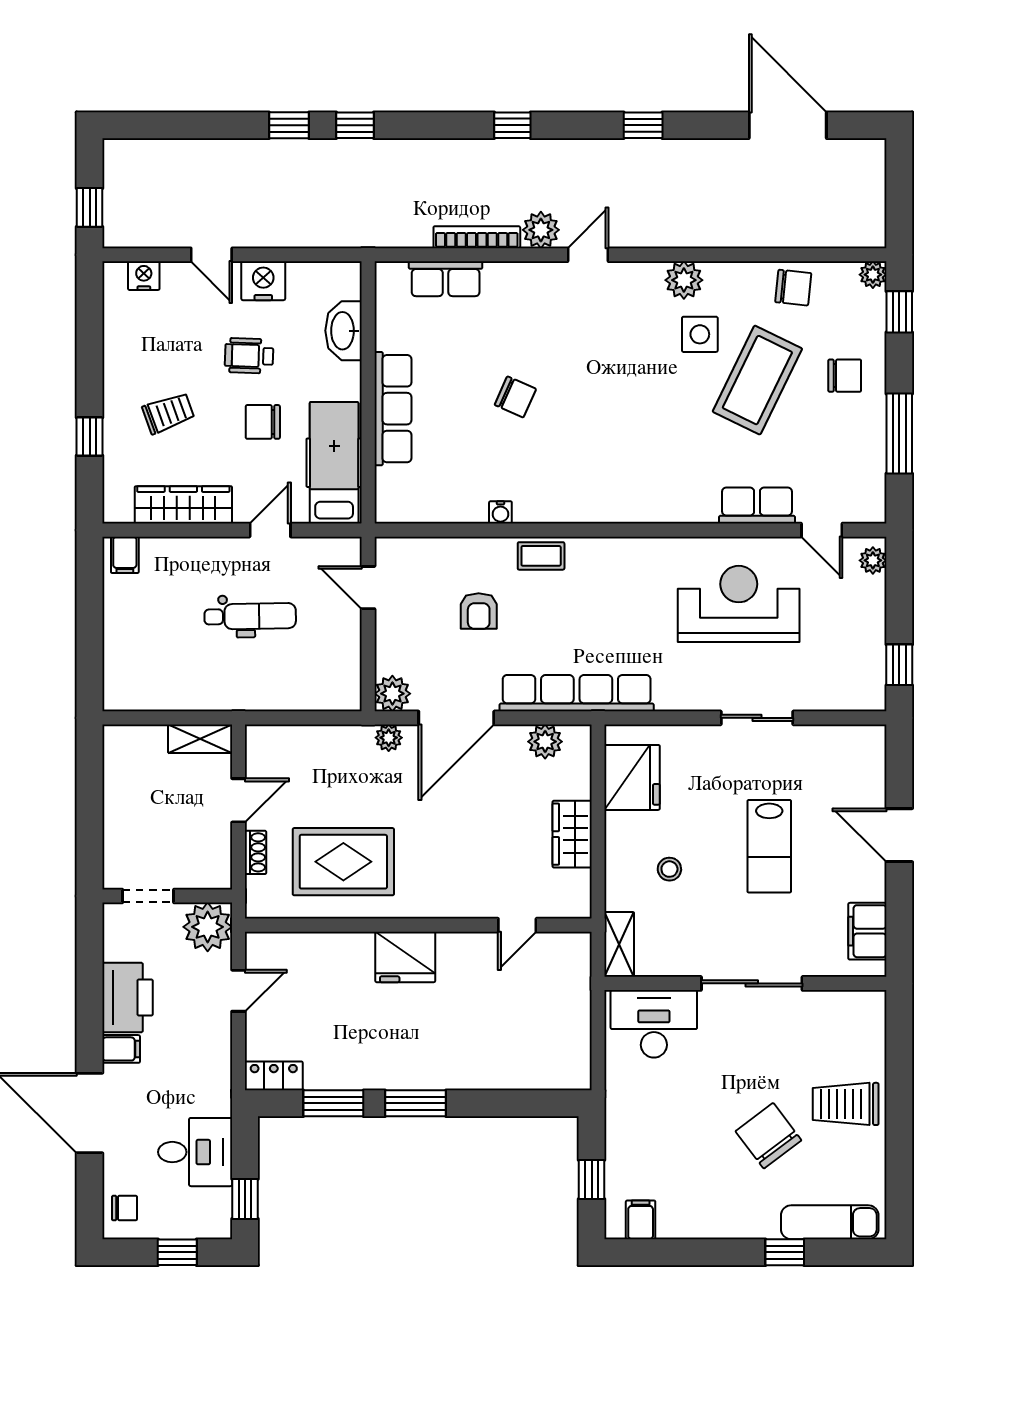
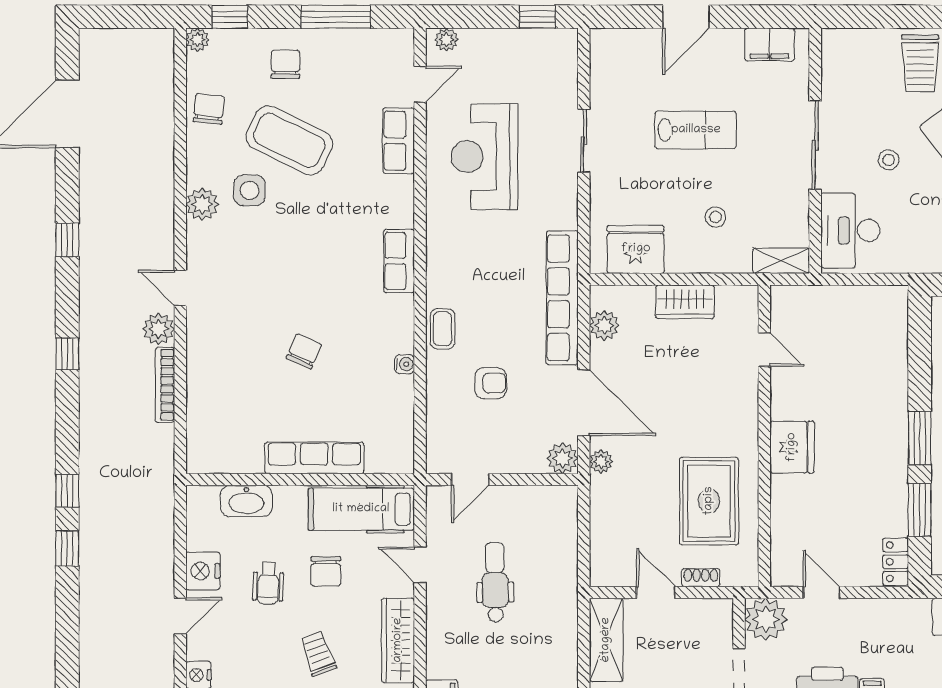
row of seats: (446, 279) -> (399, 261), moved, turned 180
shelving: (200, 739) -> (606, 640), width x1.50, depth x1.33
stool: (735, 1068) -> (889, 160), added

